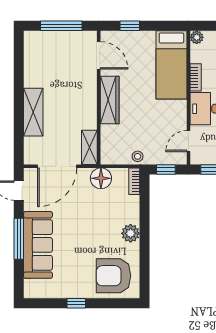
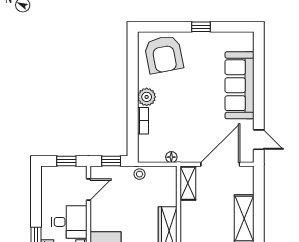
floor lamp: (101, 178) -> (171, 157), width x0.53, depth x0.53
bookcase: (134, 181) -> (143, 121), moved
window: (19, 239) -> (259, 91), removed
armchair: (113, 276) -> (164, 54), turned 79

